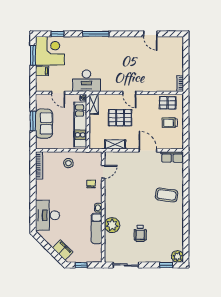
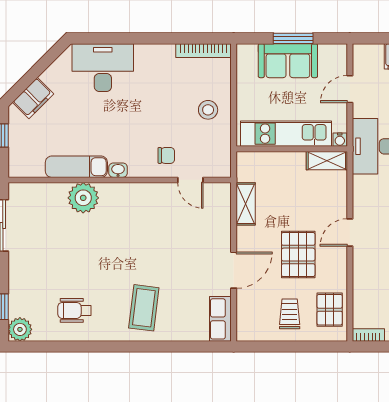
pallet: (120, 118) -> (298, 255), moved
wheelchair: (140, 233) -> (74, 310), moved

